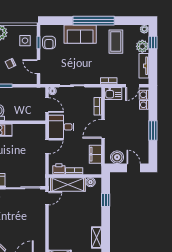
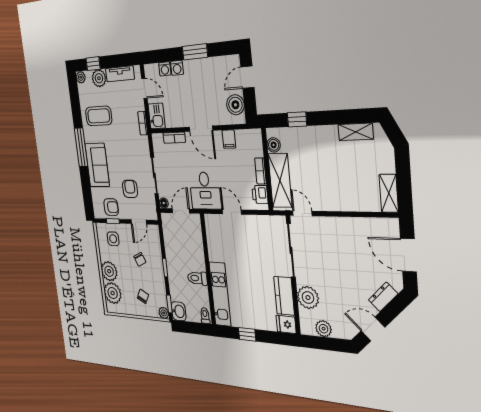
window: (94, 21) -> (81, 147), width x0.68
armchair: (62, 62) -> (130, 189), added
washing machine: (144, 95) -> (177, 68), moved
filing cabinet: (95, 154) -> (229, 139), width x0.50

